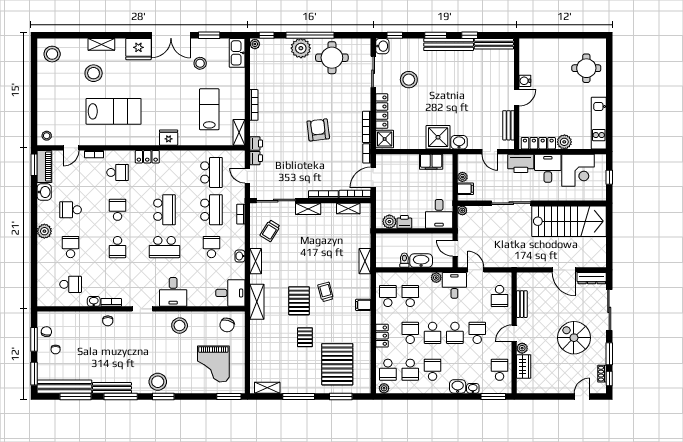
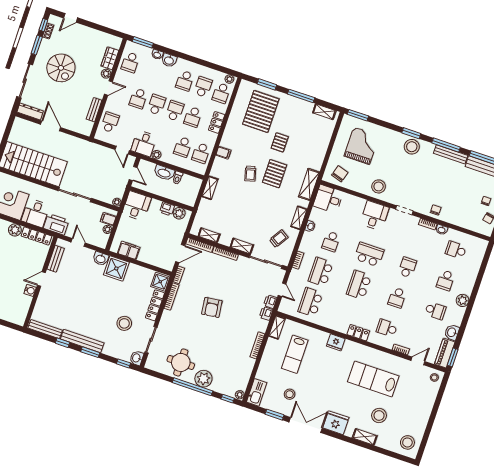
school desk: (388, 370) -> (221, 93), turned 180

